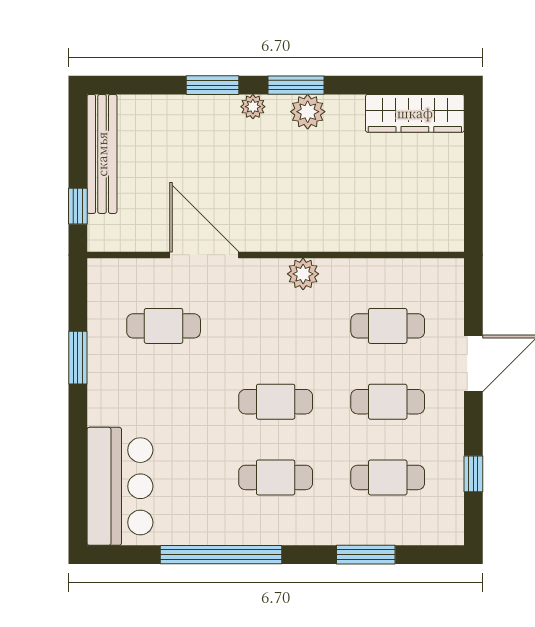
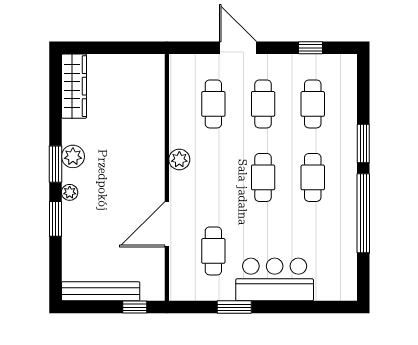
bar counter: (120, 486) -> (275, 279), moved
window: (366, 555) -> (363, 144), moved

